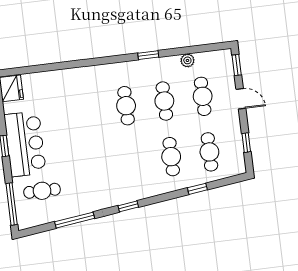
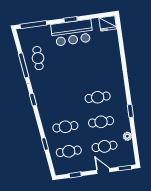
door: (241, 99) -> (103, 171), swing flipped
cafe table: (42, 191) -> (38, 58), moved

